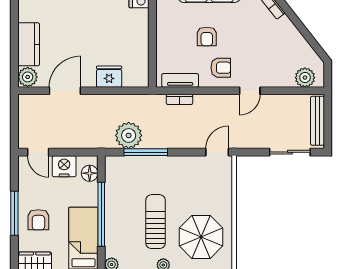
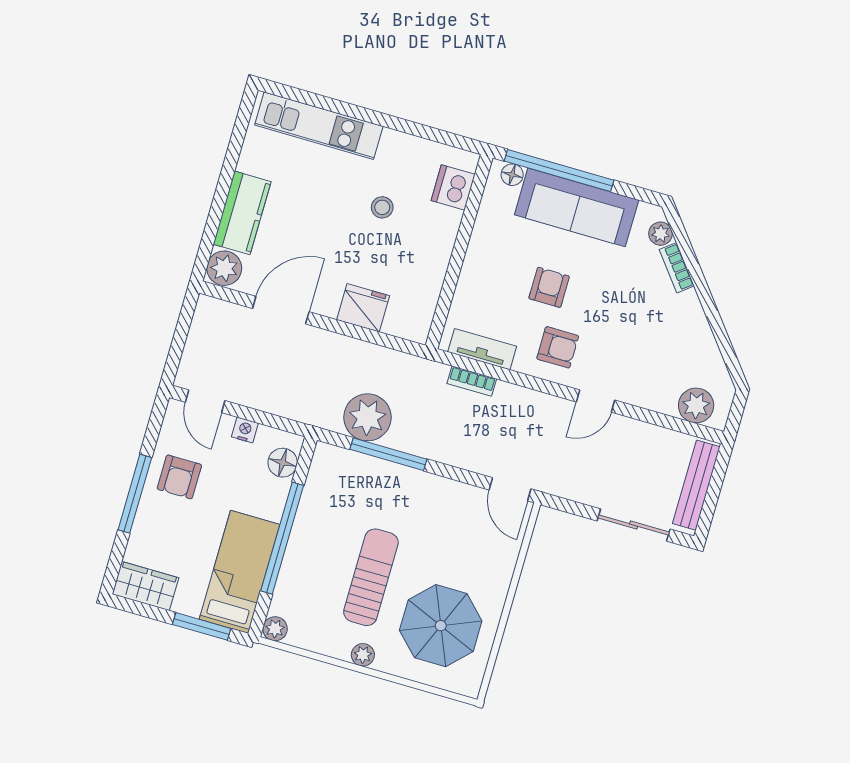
stool: (104, 19) -> (382, 207), added
armchair: (207, 36) -> (549, 287), turned 180
door: (217, 152) -> (510, 489), swing flipped
nightstand: (64, 166) -> (245, 430), width x0.53, depth x0.56
armchair: (38, 220) -> (179, 477), moved

